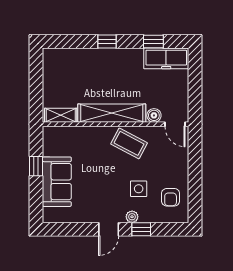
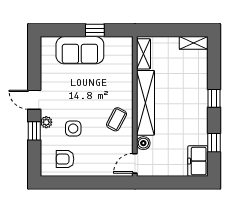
freezer: (166, 58) -> (198, 161), width x0.71
shelving: (49, 63) -> (194, 43), added
coffee table: (129, 143) -> (117, 119), width x0.73, depth x0.77

